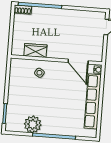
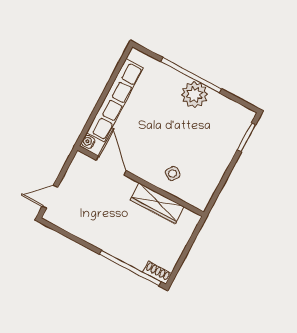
wardrobe: (35, 51) -> (157, 203), width x1.50
plant: (33, 124) -> (194, 95), moved

